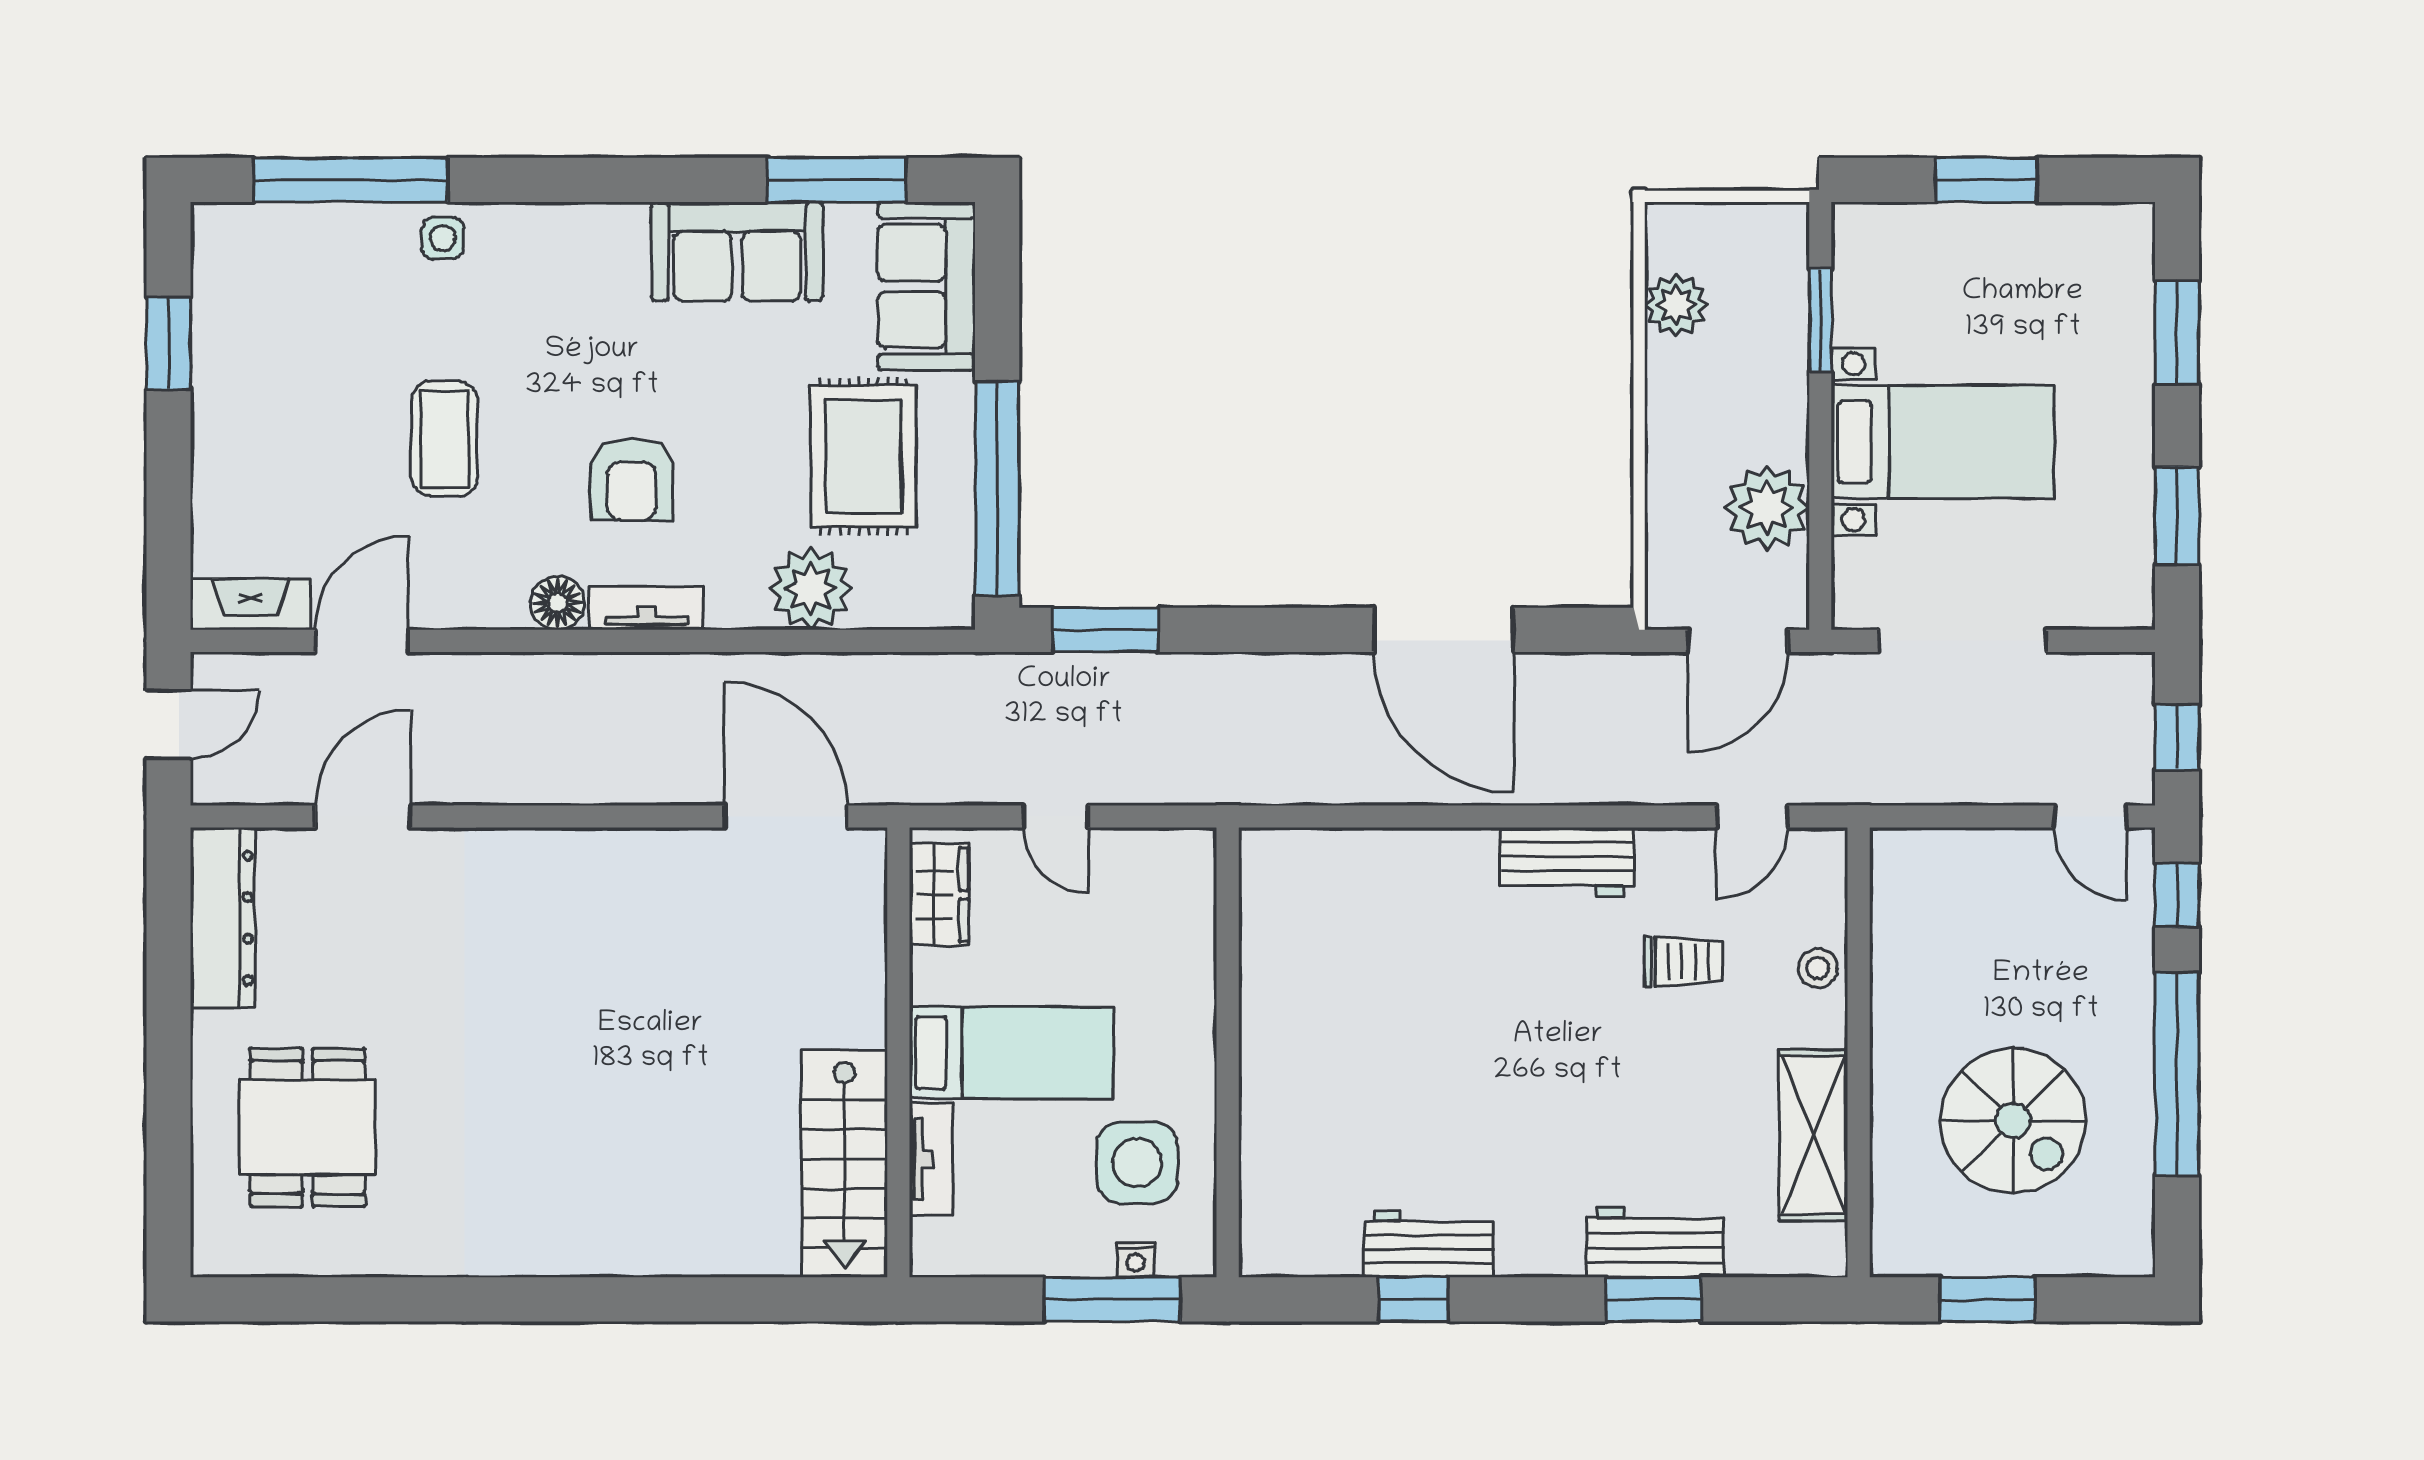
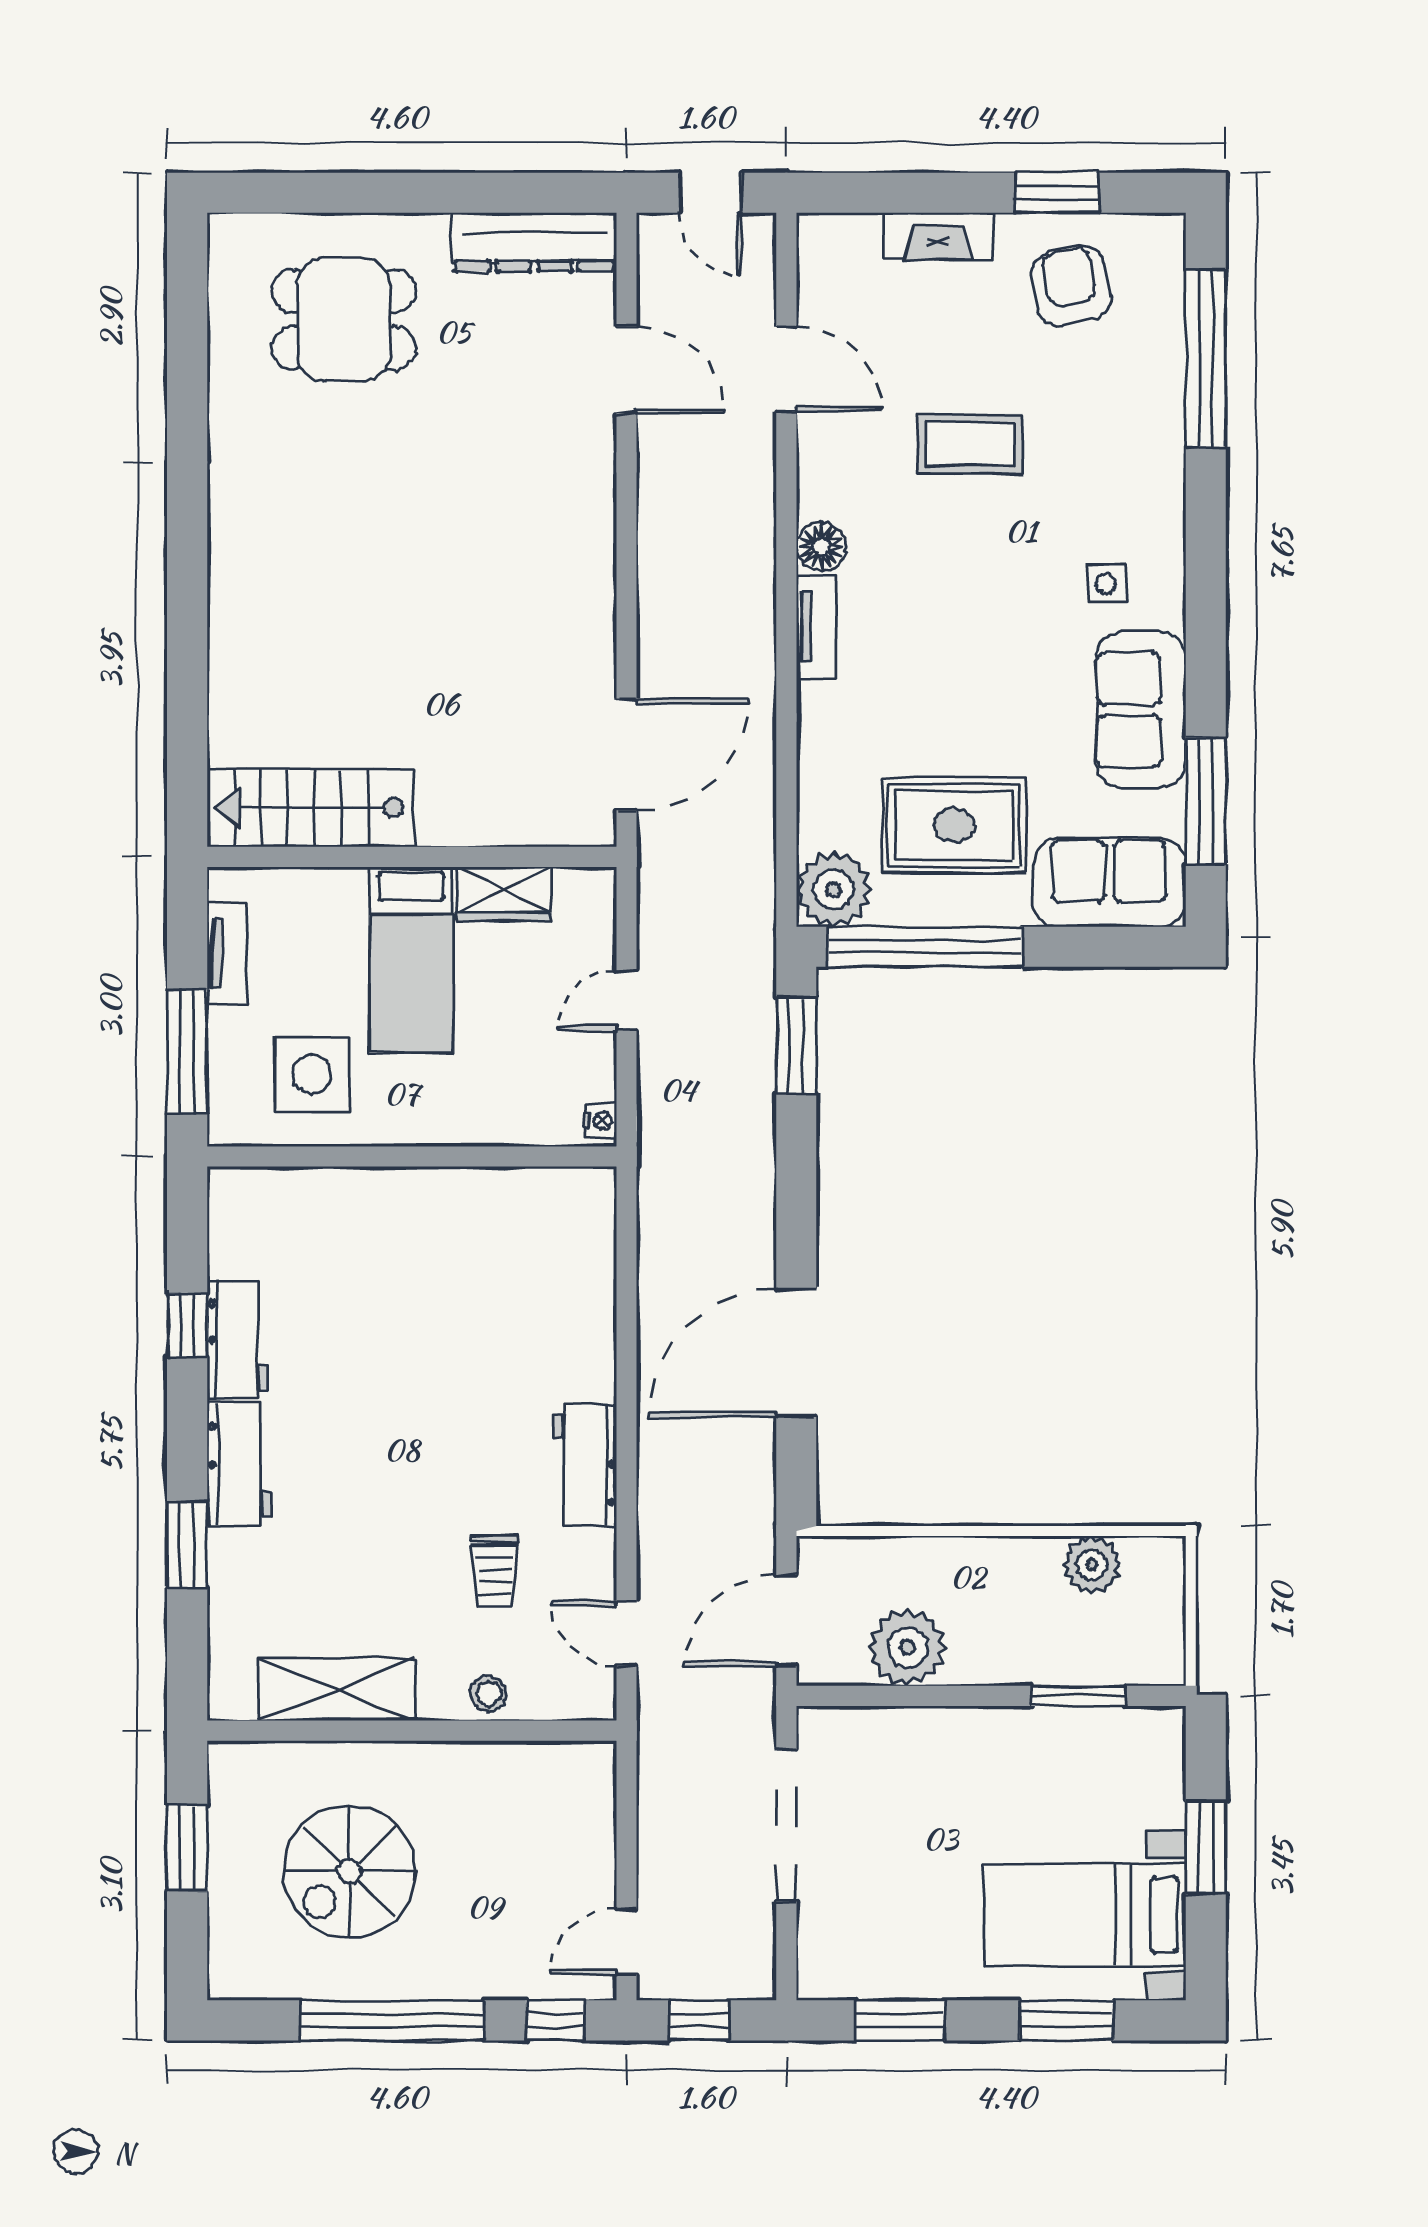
side table: (443, 238) -> (1106, 584), moved
bed with nightstands: (1942, 442) -> (1085, 1915), moved, turned 90
armchair: (632, 479) -> (1071, 286), moved, turned 78
plant: (810, 589) -> (834, 889), moved
fireplace: (251, 604) -> (938, 236), moved, turned 90
door: (1738, 641) -> (786, 1621), hinge flipped
wardrobe: (939, 894) -> (504, 894), moved
tv unit: (931, 1159) -> (227, 953), moved, turned -90
workbench: (1655, 1242) -> (239, 1464), moved
nightstand: (1136, 1260) -> (600, 1121), moved, turned 180

